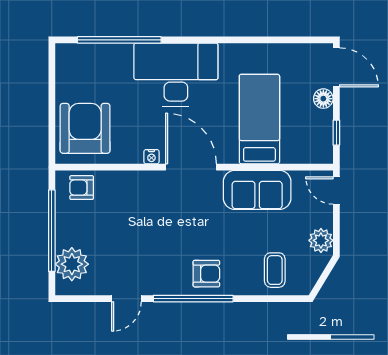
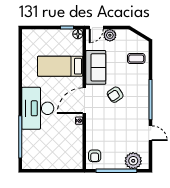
door: (336, 67) -> (34, 27), removed
floor lamp: (323, 99) -> (78, 34), moved
armchair: (85, 128) -> (65, 154), removed
plant: (321, 240) -> (110, 35), moved
armchair: (206, 274) -> (115, 95), moved, turned -124

